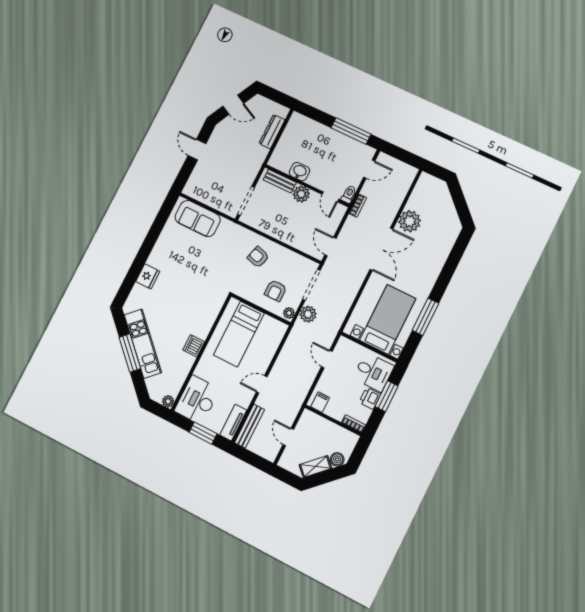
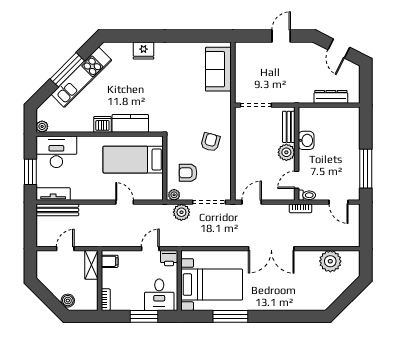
plant: (410, 221) -> (330, 261), moved
kitchen counter: (205, 320) -> (130, 123), added
door: (262, 384) -> (125, 202), moved
printer: (370, 398) -> (169, 258), moved, turned 180
shelving: (315, 467) -> (91, 265), moved, turned 45

